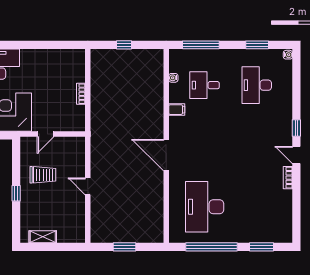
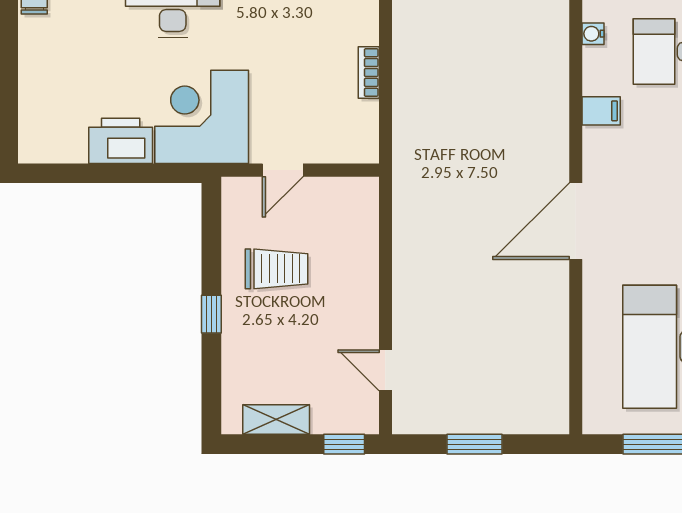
door: (166, 155) -> (576, 221), hinge flipped
door: (88, 186) -> (385, 370), moved
window: (71, 247) -> (344, 444), added

